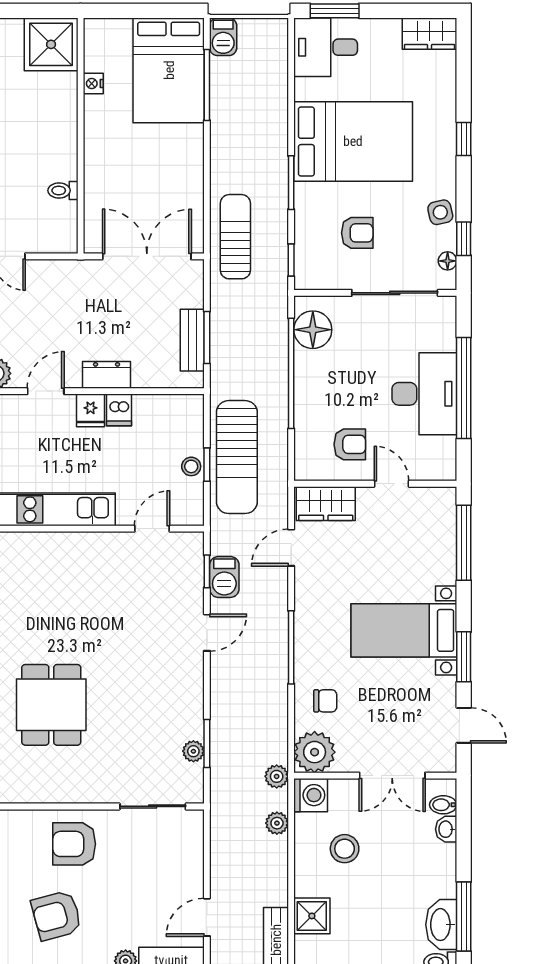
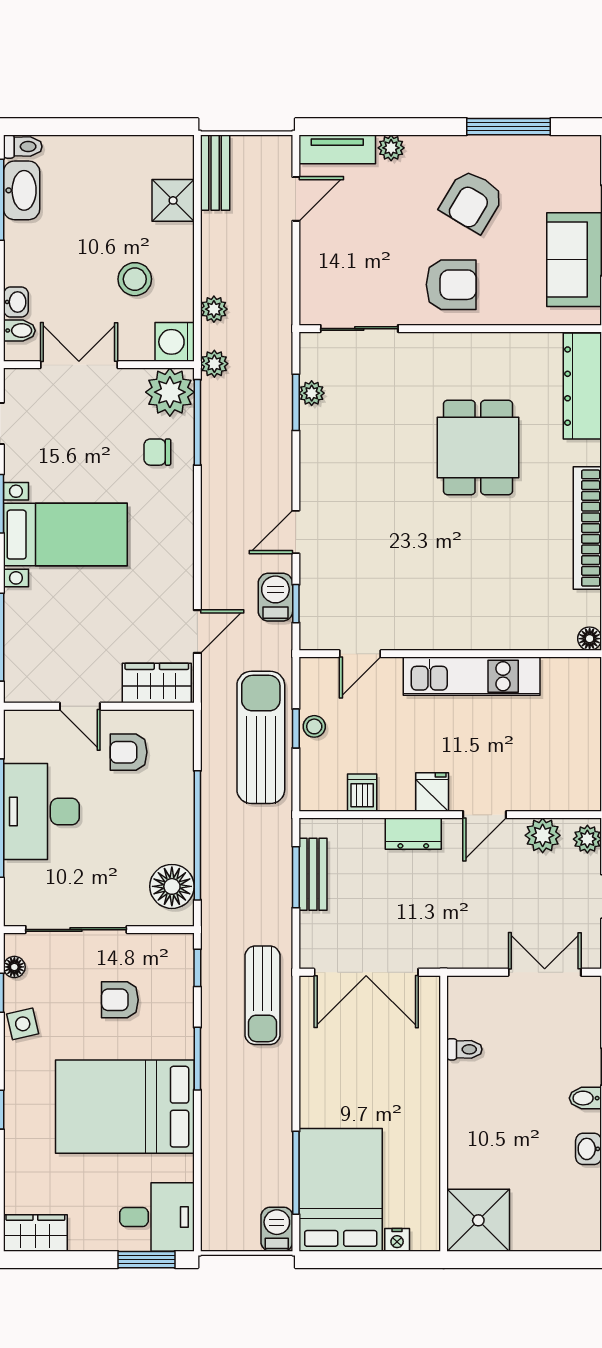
nightstand: (93, 84) -> (397, 1240), moved, turned 90
dishwasher: (119, 410) -> (362, 793), moved
window: (291, 647) -> (197, 422), moved
armchair: (56, 915) -> (472, 201), turned 136

